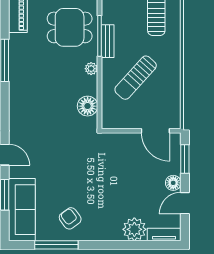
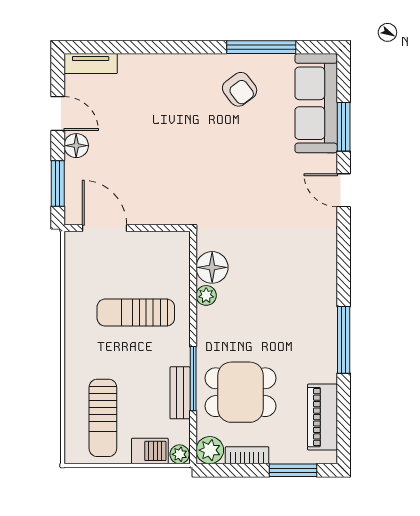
bench: (108, 41) -> (180, 393), moved
plant: (91, 69) -> (206, 295), moved
sun lounger: (136, 78) -> (136, 313), turned -132
door: (185, 203) -> (58, 114), hinge flipped
plant: (134, 229) -> (138, 72), removed

